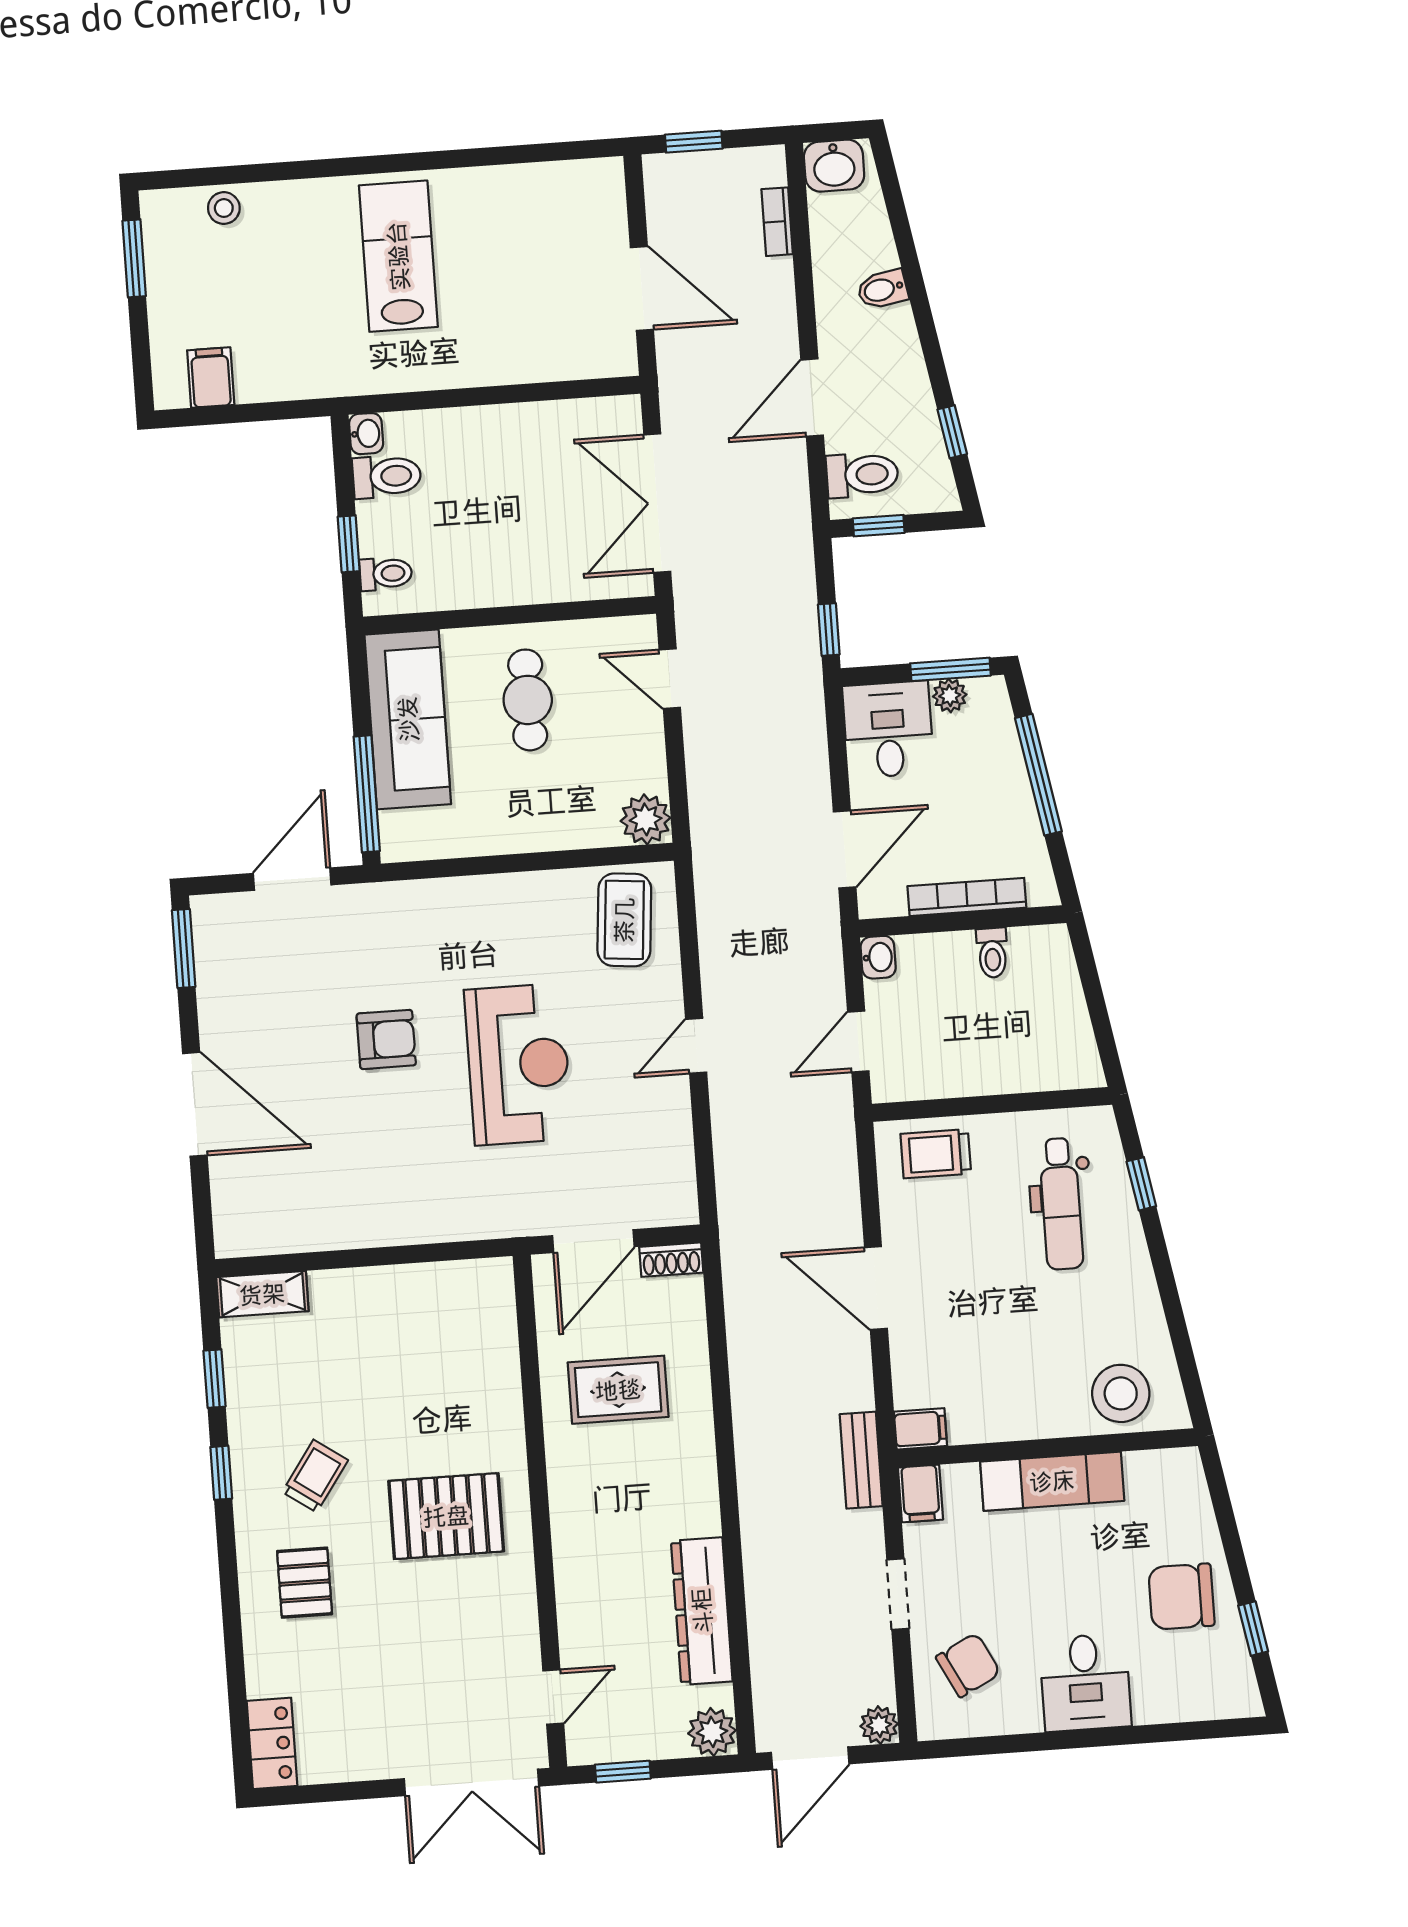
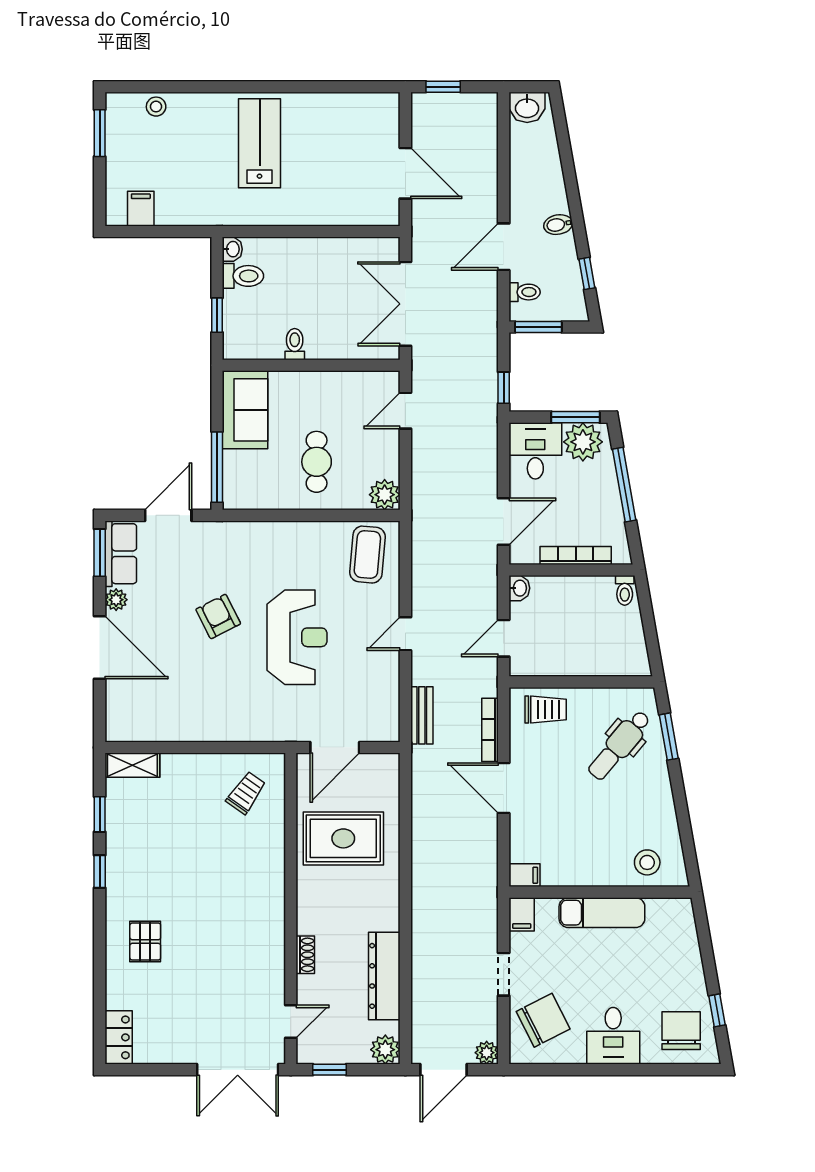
bookcase: (777, 222) -> (490, 730), moved, width x1.56
bidet: (883, 289) -> (558, 225), moved
toilet: (862, 475) -> (525, 292), width x0.73, depth x0.72
window: (879, 526) -> (538, 327), width x1.50
toilet: (386, 574) -> (295, 344), moved, turned -90
door: (670, 679) -> (405, 411), hinge flipped
plant: (950, 695) -> (583, 442), width x1.88, depth x1.88
cafe table: (528, 700) -> (317, 462), moved
sofa: (408, 719) -> (245, 410), width x0.73
row of seats: (219, 948) -> (121, 554), added
toilet: (992, 953) -> (625, 590), moved
plant: (216, 1024) -> (116, 600), added
armchair: (386, 1039) -> (218, 617), turned -117
trolley: (936, 1154) -> (546, 709), turned 180
window: (1141, 1184) -> (669, 737), width x1.50
dental chair: (1061, 1204) -> (619, 745), turned 40
shoe rack: (671, 1260) -> (305, 955), moved, turned -90
rug: (618, 1390) -> (343, 838), width x1.36, depth x1.43
stool: (1121, 1393) -> (647, 862), width x0.73, depth x0.73
bench: (861, 1460) -> (422, 715), moved
trolley: (315, 1476) -> (246, 793), moved
pallet: (446, 1516) -> (234, 907), removed
chair: (1181, 1597) -> (681, 1031), moved, turned 90
chair: (968, 1665) -> (543, 1020), width x1.37, depth x1.37

